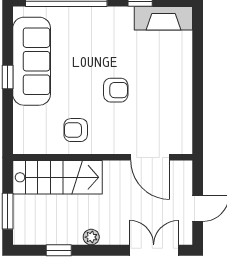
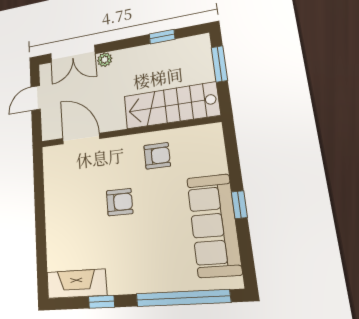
armchair: (116, 90) -> (120, 202), turned 180
plant: (91, 237) -> (105, 60), moved

